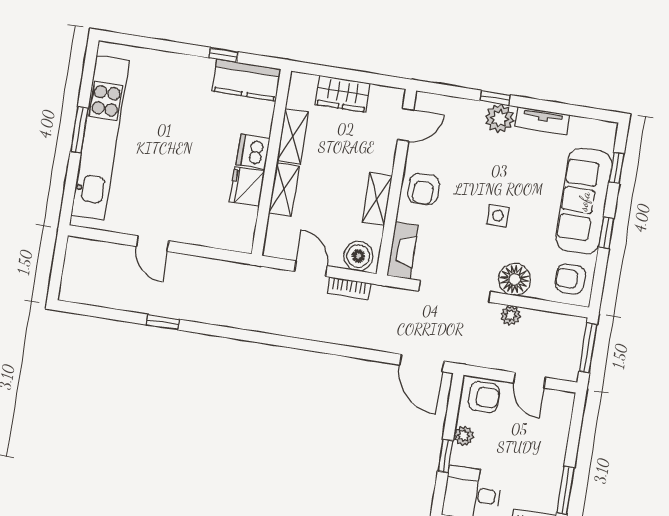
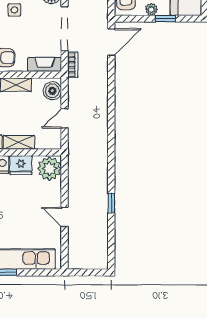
plant: (234, 232) -> (49, 169), added
door: (153, 244) -> (65, 217), swing flipped
bookcase: (349, 288) -> (73, 65), moved

